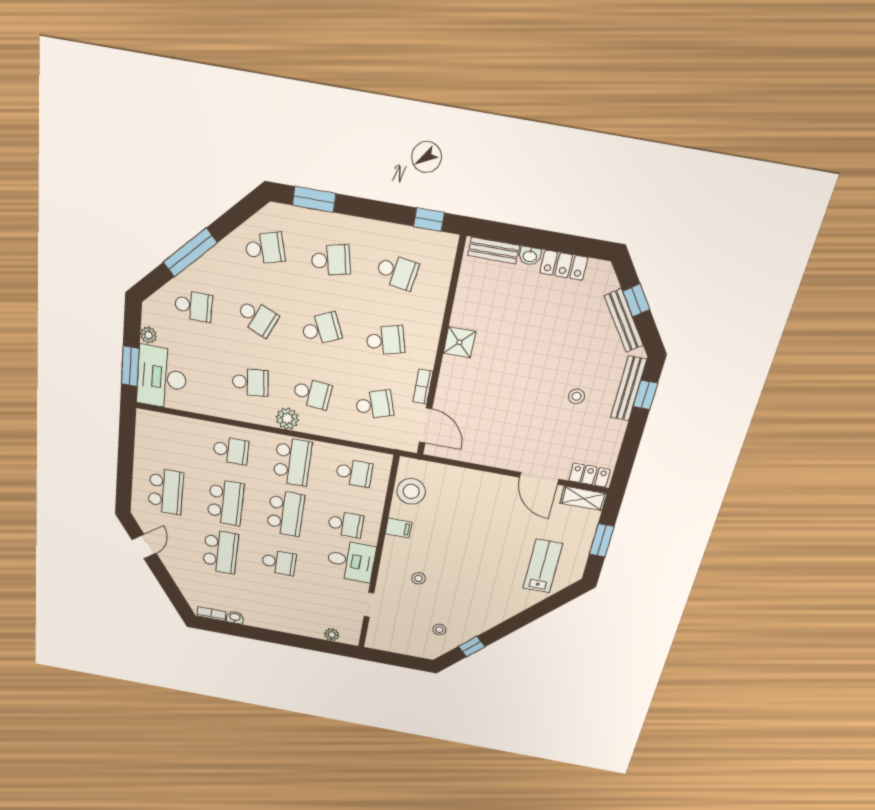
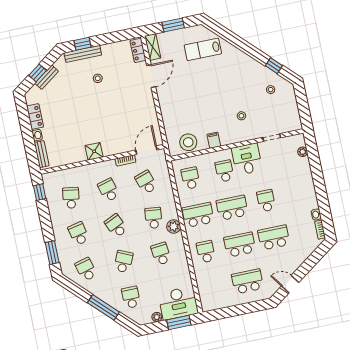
bench: (624, 321) -> (47, 77), width x0.73

